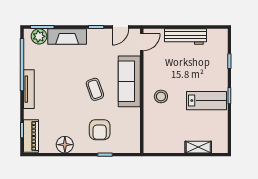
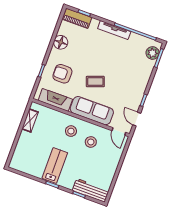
fireplace: (67, 37) -> (55, 100), moved, turned 90
workbench: (186, 37) -> (91, 190), moved, turned 90
stool: (165, 70) -> (91, 142), added
lab bench: (206, 101) -> (55, 165), turned 180
shelving: (198, 147) -> (30, 120), moved

